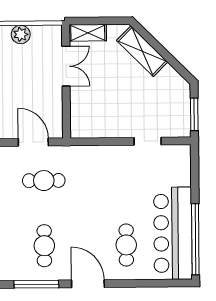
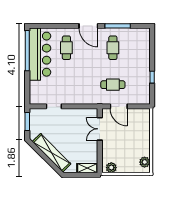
plant: (21, 34) -> (111, 168), moved
shelving: (142, 51) -> (52, 153), width x1.47
double door: (66, 66) -> (100, 129), moved

